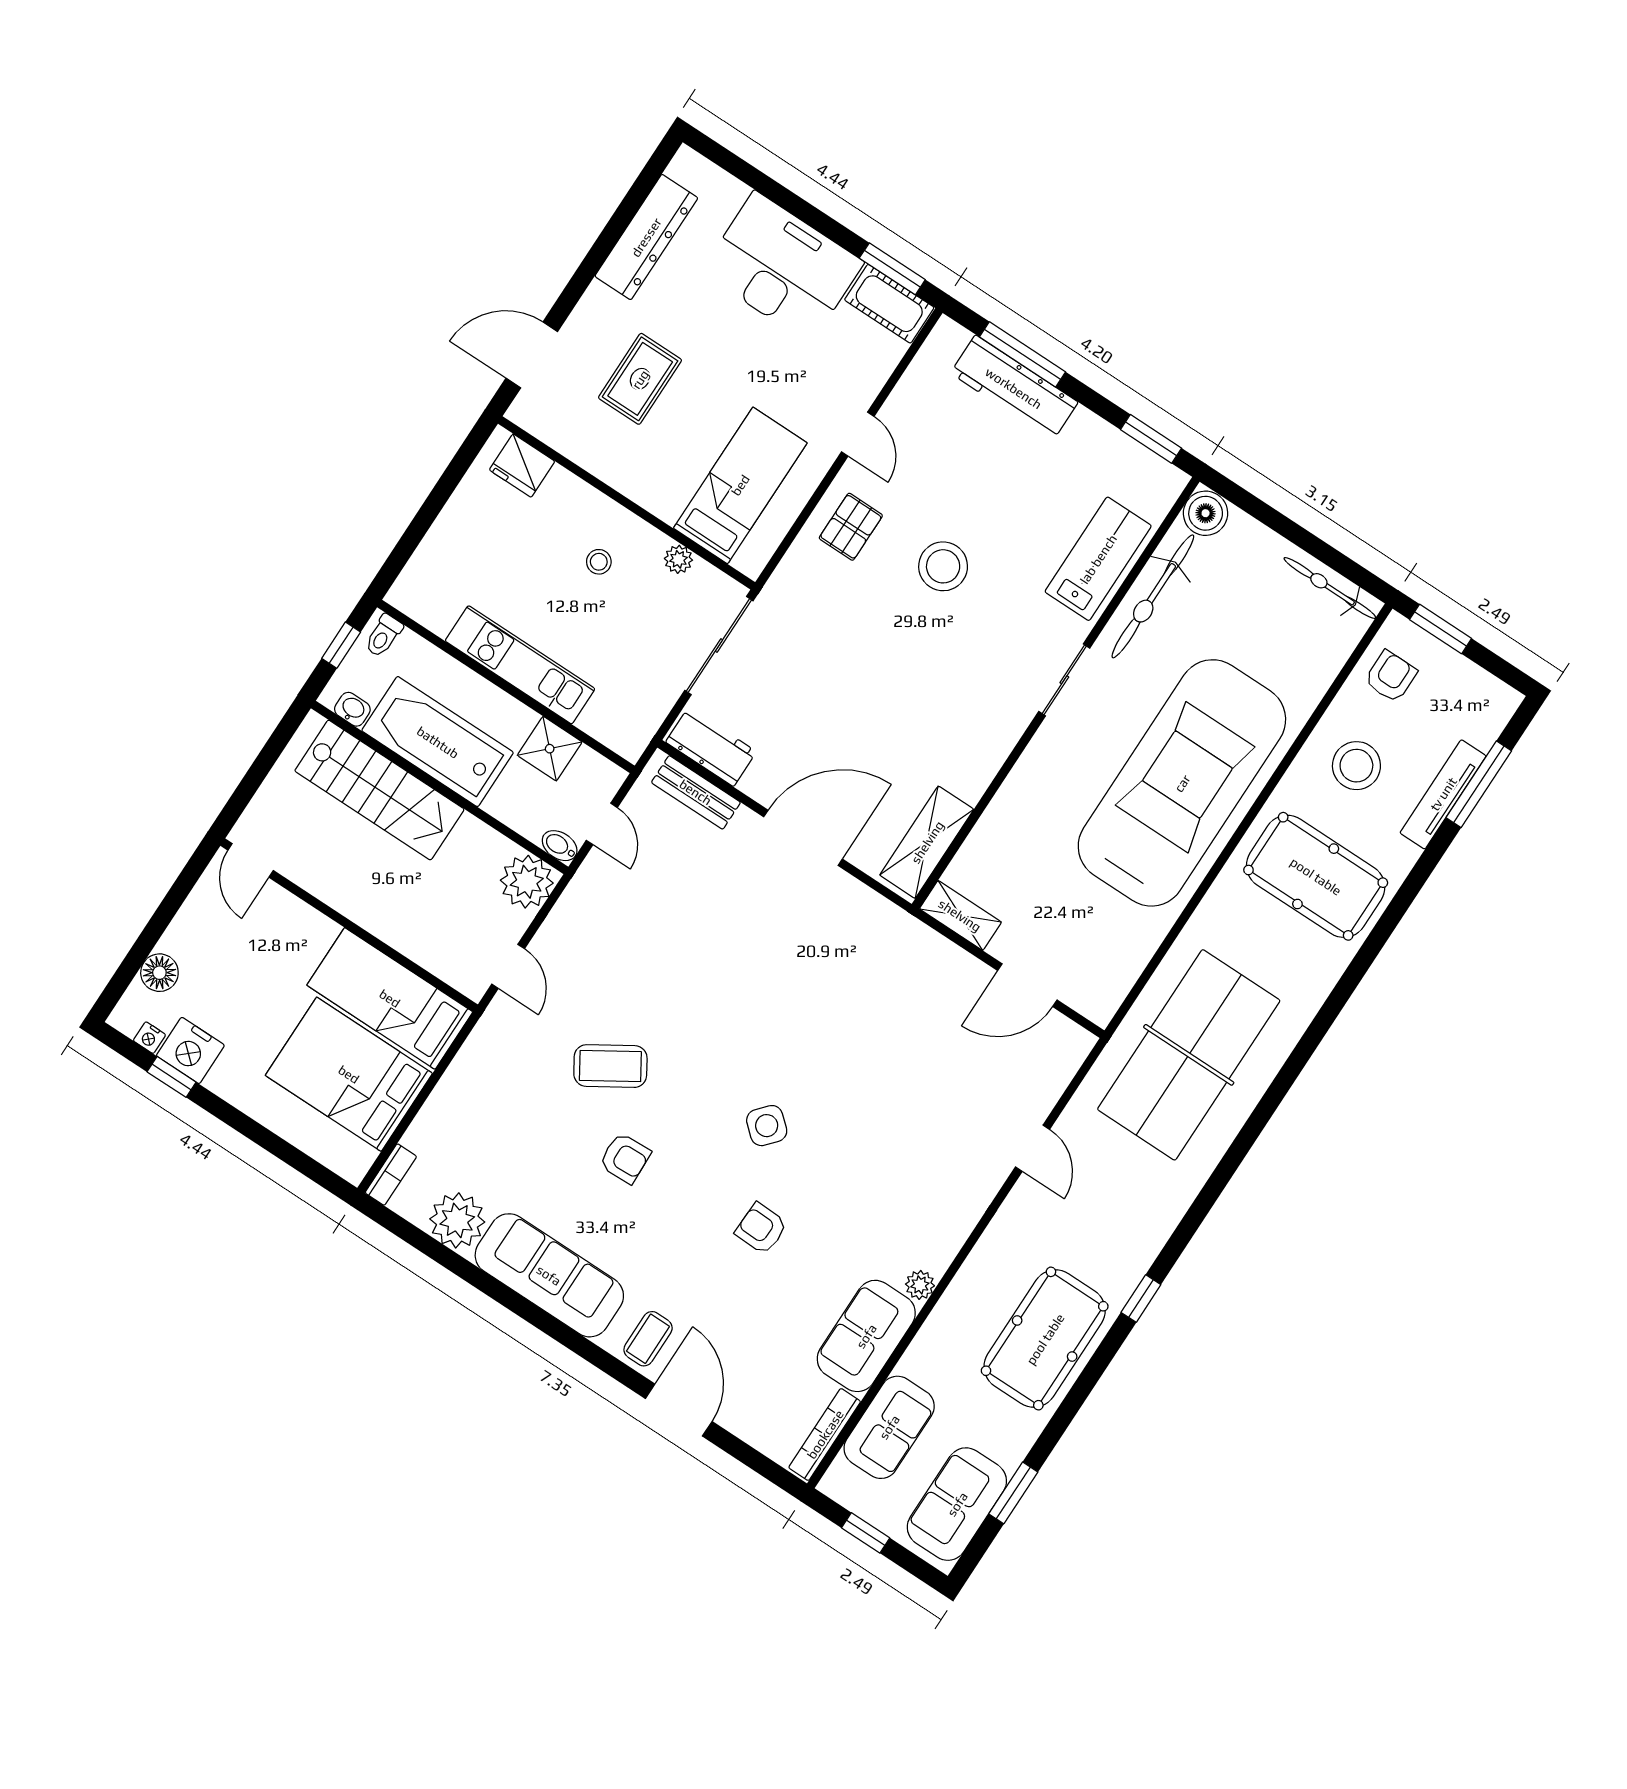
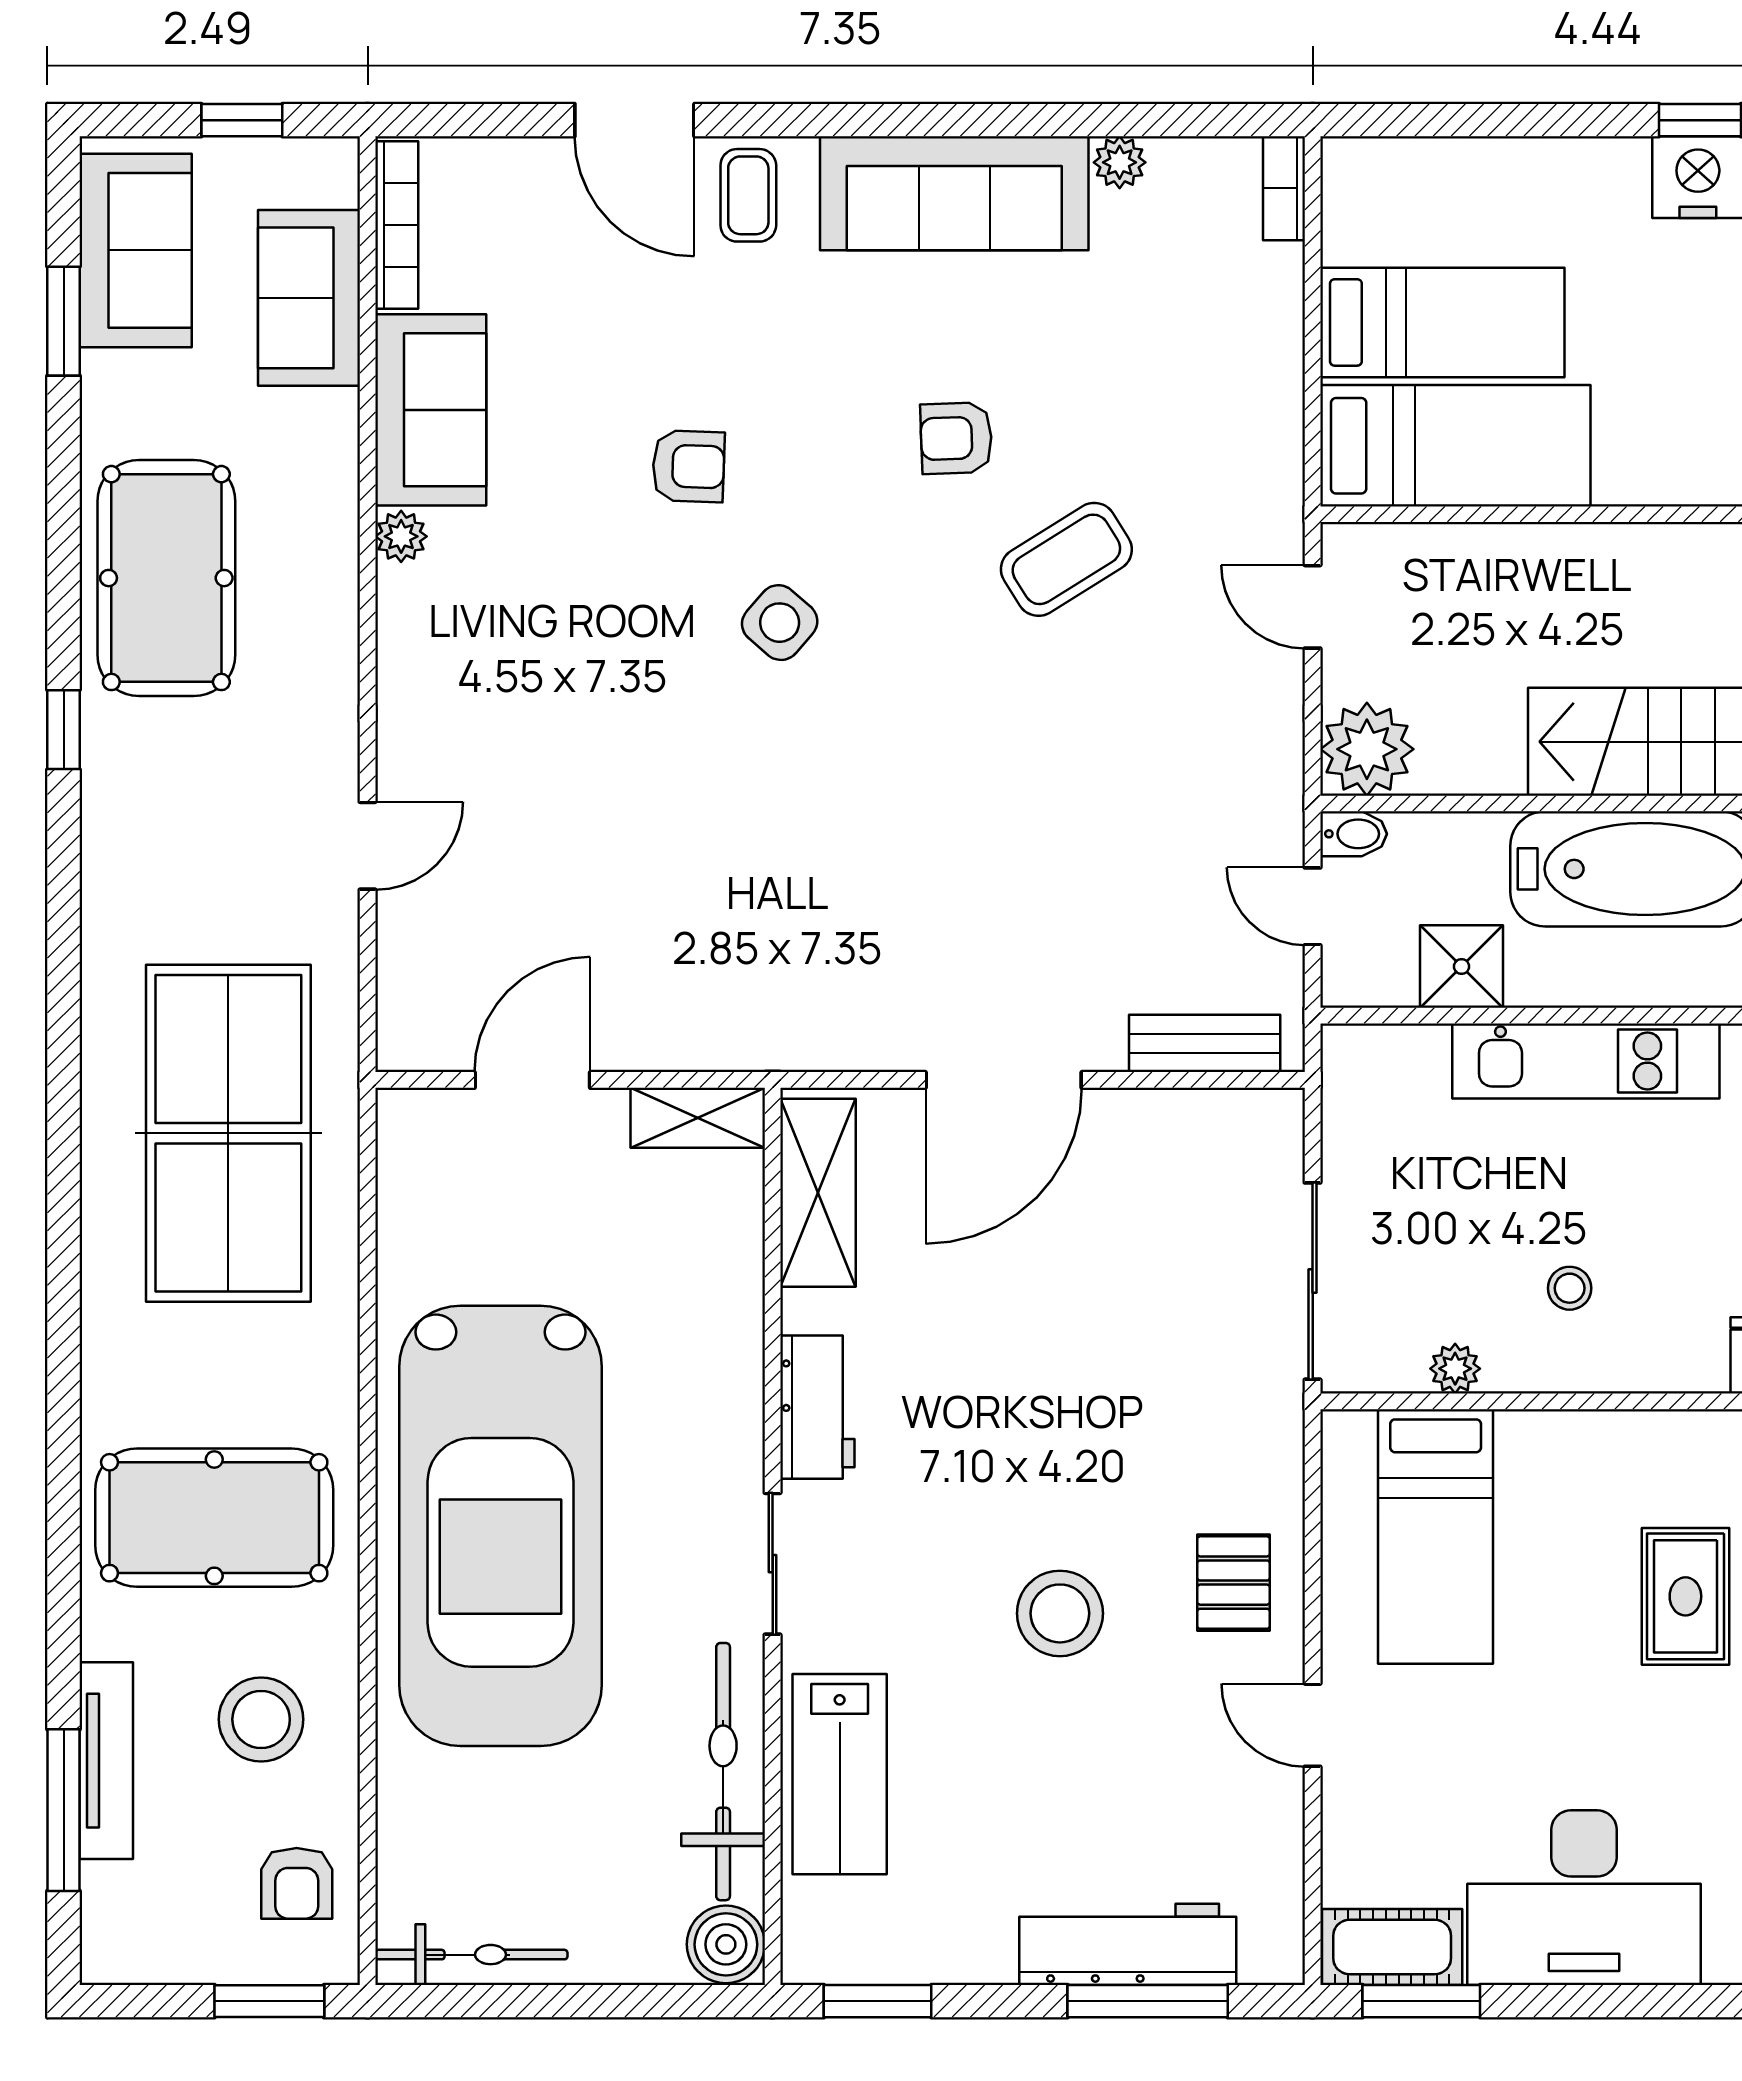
workbench: (711, 747) -> (817, 1407), moved, turned -90
bed: (349, 1074) -> (1442, 322), width x0.67
door: (1033, 1148) -> (368, 846), swing flipped
plant: (457, 1220) -> (1120, 162), width x0.53, depth x0.53

